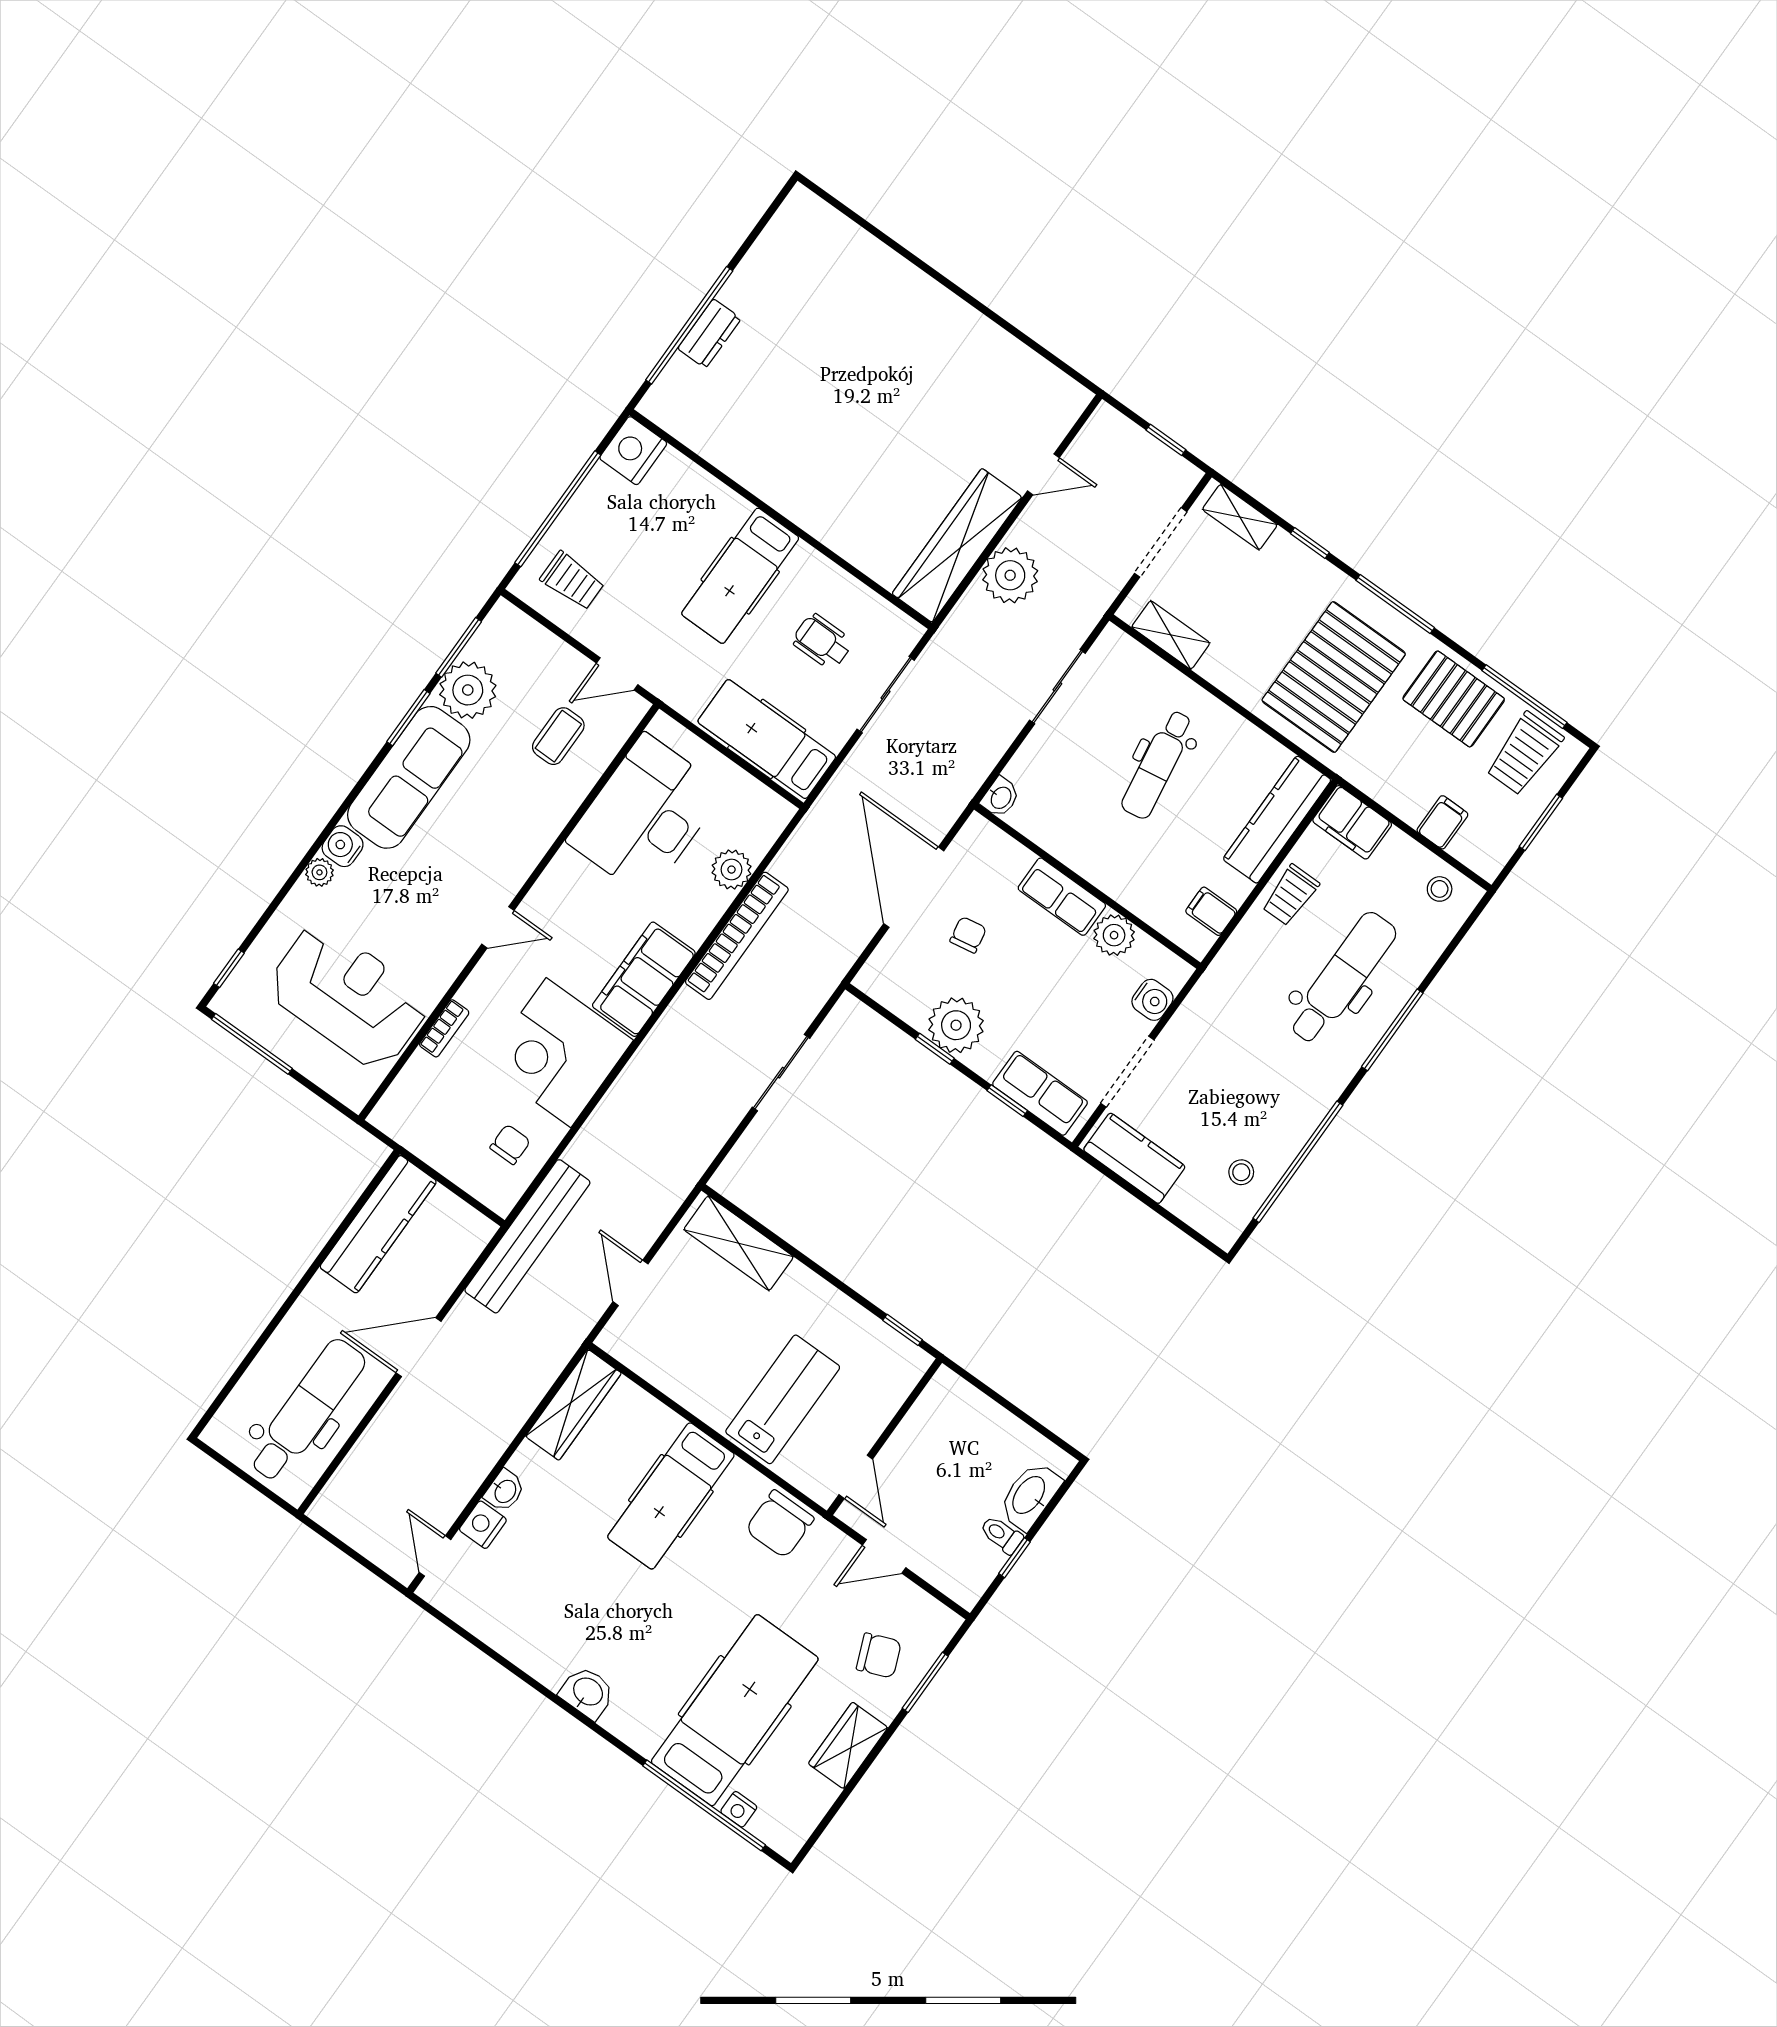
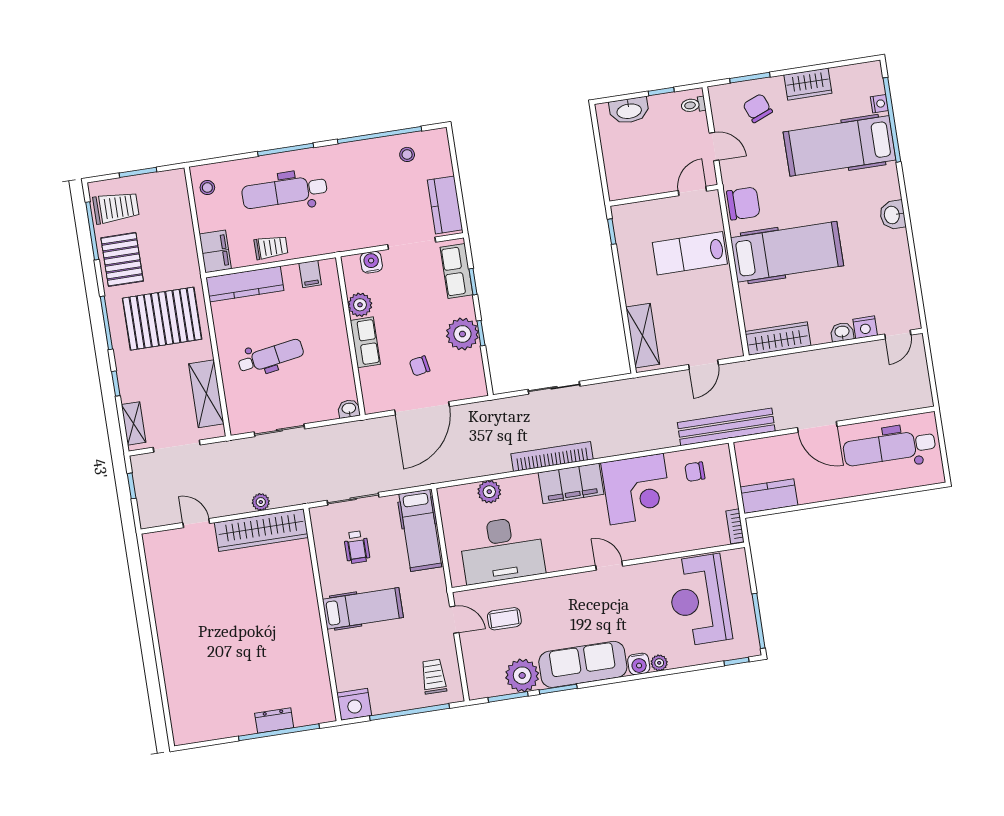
plant: (1010, 575) -> (261, 502), width x0.53, depth x0.53
shelving: (1171, 635) -> (206, 394), width x1.50, depth x1.33
filing cabinet: (1442, 822) -> (178, 214), removed
bookcase: (737, 936) -> (552, 457), moved
bookcase: (444, 1028) -> (735, 526), moved, turned -90
kitchen counter: (378, 1224) -> (769, 496), width x0.67
hospital bed: (671, 1496) -> (787, 252), width x1.37, depth x1.29
toilet: (1001, 1535) -> (693, 105), moved, turned 90

